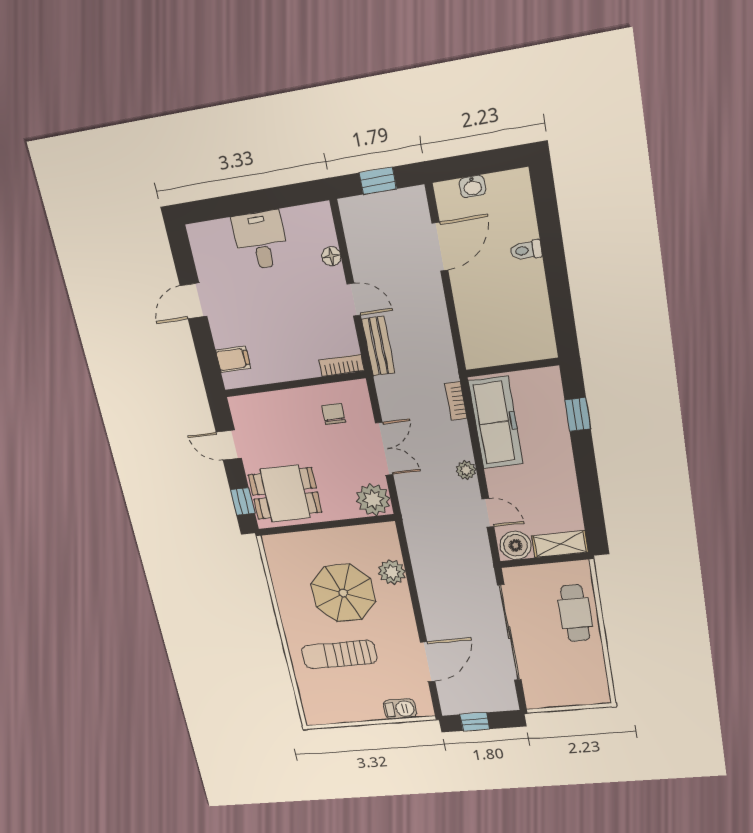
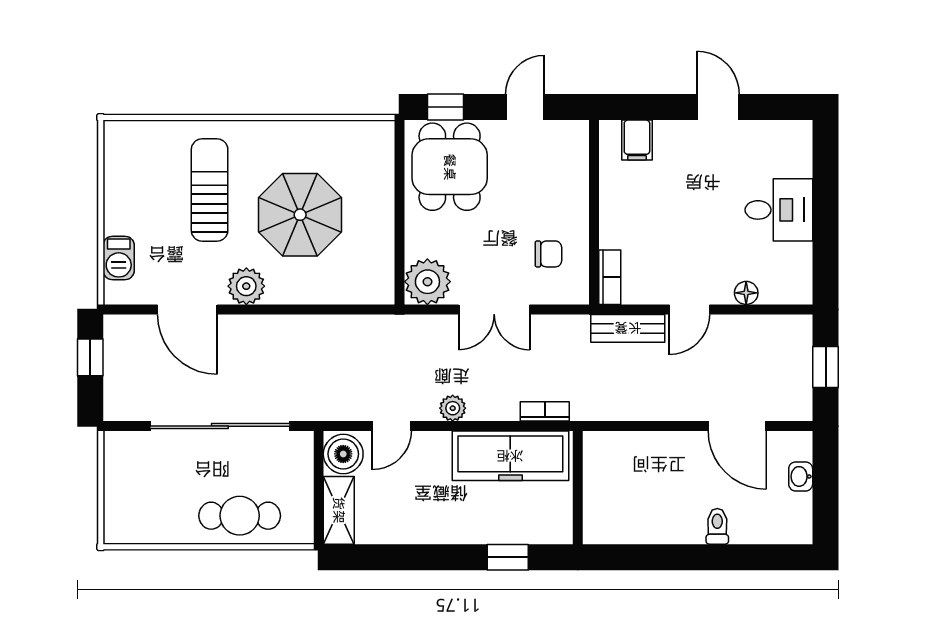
plant: (392, 572) -> (246, 286), moved

